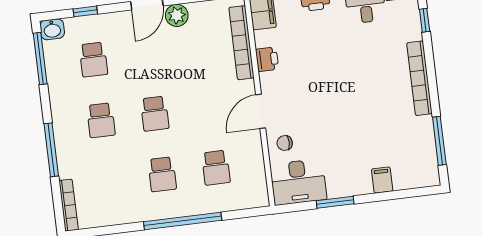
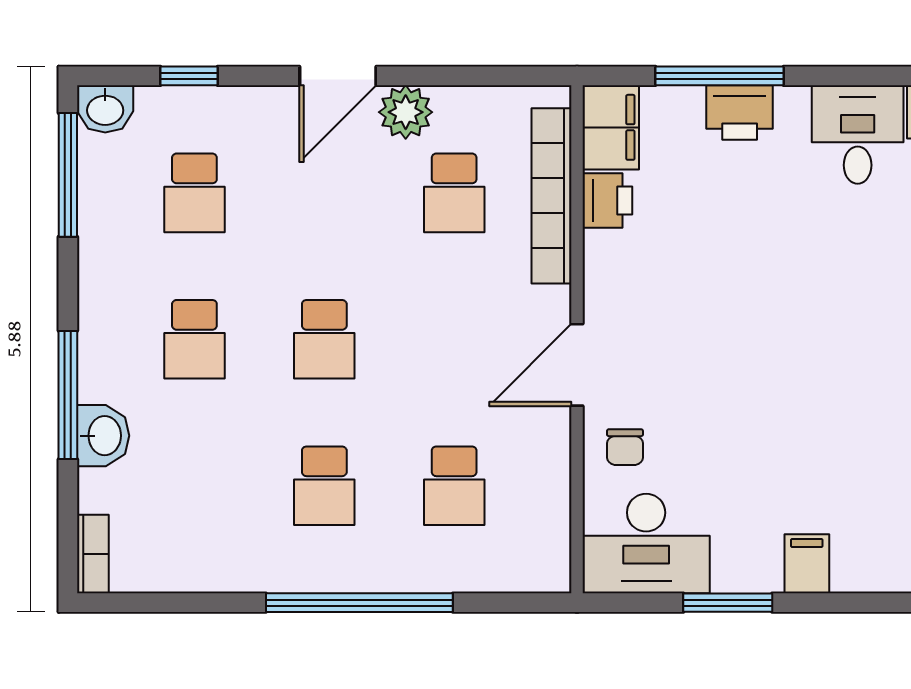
school desk: (201, 46) -> (454, 193), added
printer: (267, 59) -> (607, 201), moved
chair: (285, 143) -> (625, 447), turned -90
washbasin: (68, 165) -> (103, 436), added
filing cabinet: (382, 180) -> (807, 564), moved
bookcase: (69, 205) -> (93, 554), width x0.64

